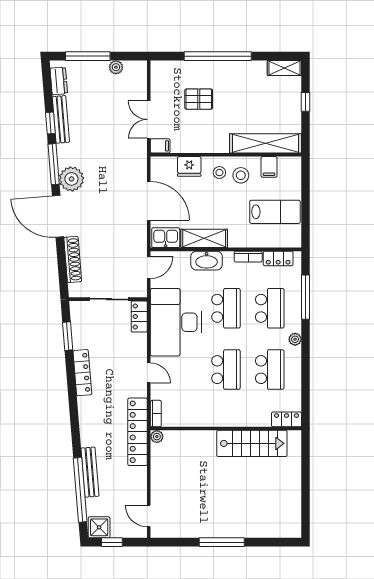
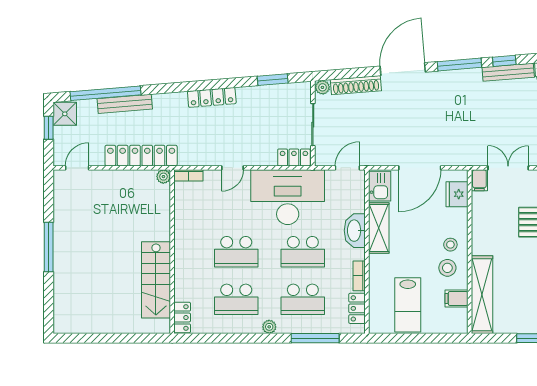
fridge: (189, 166) -> (457, 194), moved
plant: (71, 179) -> (322, 87), moved, width x0.53, depth x0.53
door: (149, 267) -> (347, 168), swing flipped
locker: (82, 373) -> (212, 97), moved
locker: (138, 432) -> (141, 156), moved

